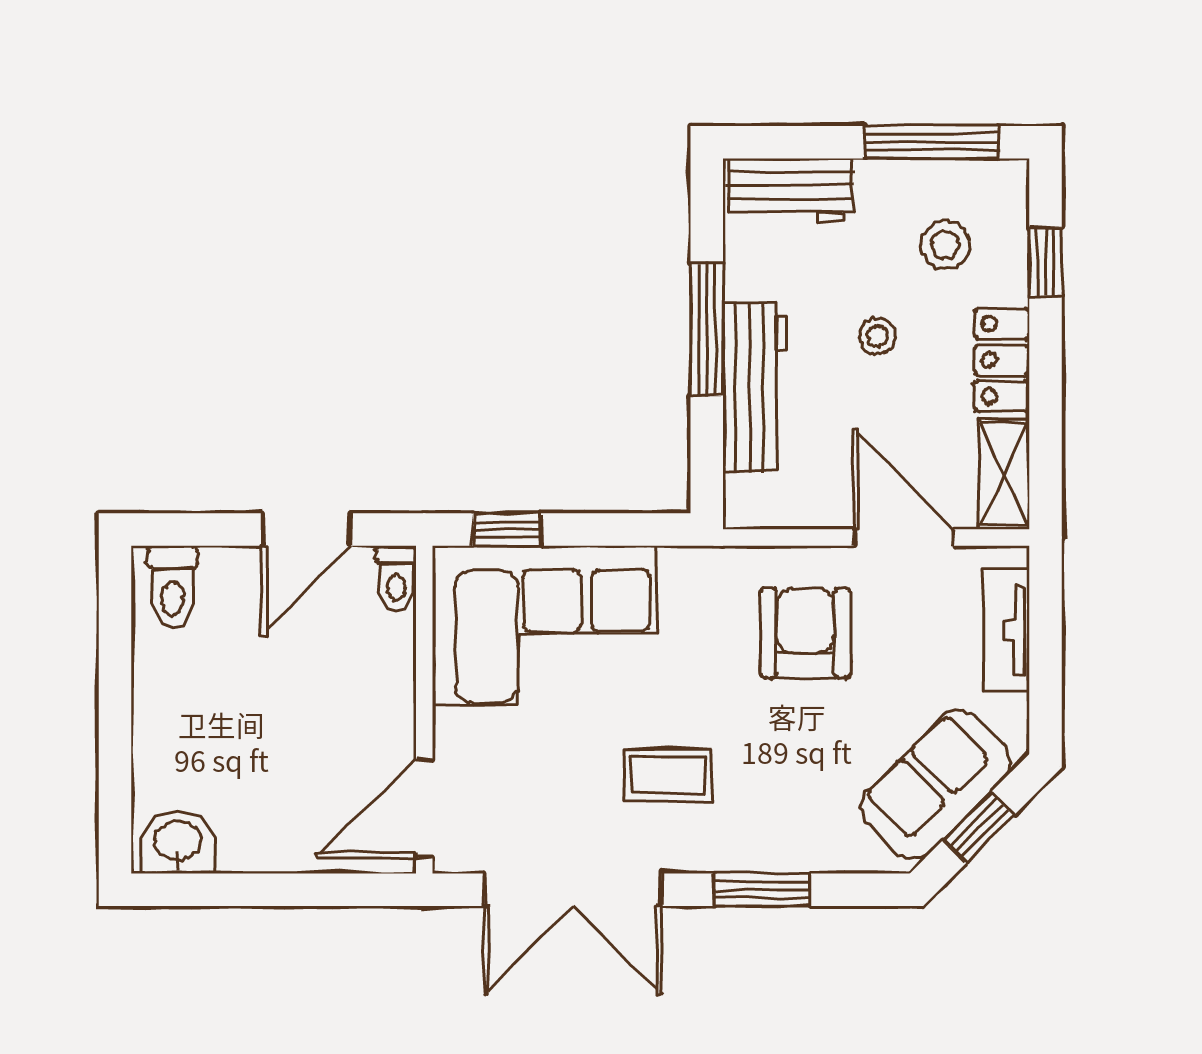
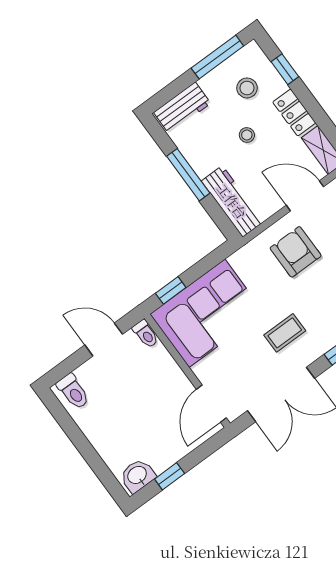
workbench: (755, 387) -> (232, 201), moved
door: (306, 529) -> (104, 340), swing flipped
window: (239, 890) -> (170, 476), added

